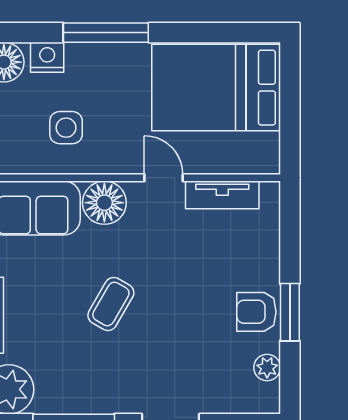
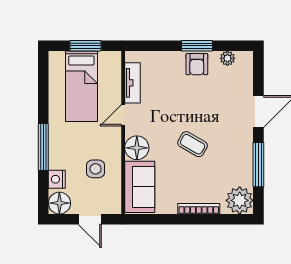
bed: (216, 88) -> (81, 86), width x0.67
window: (290, 109) -> (85, 46), added

